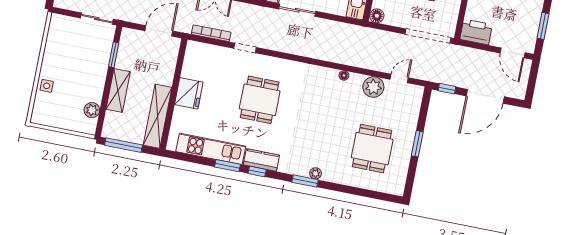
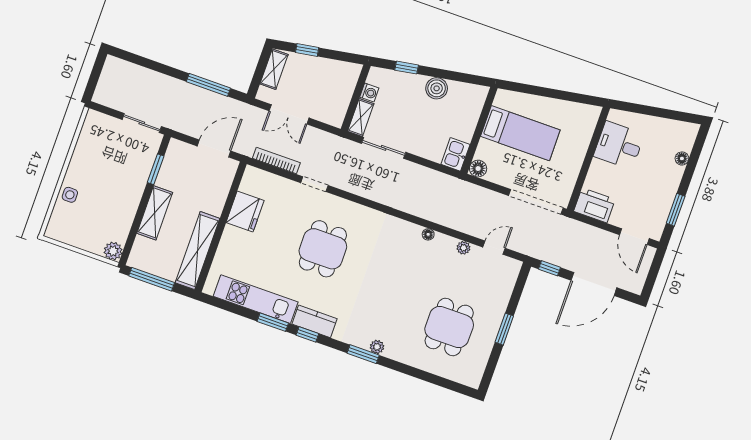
plant: (373, 87) -> (463, 248), width x0.53, depth x0.53
fridge: (189, 93) -> (245, 211), moved
plant: (92, 110) -> (113, 251), moved

